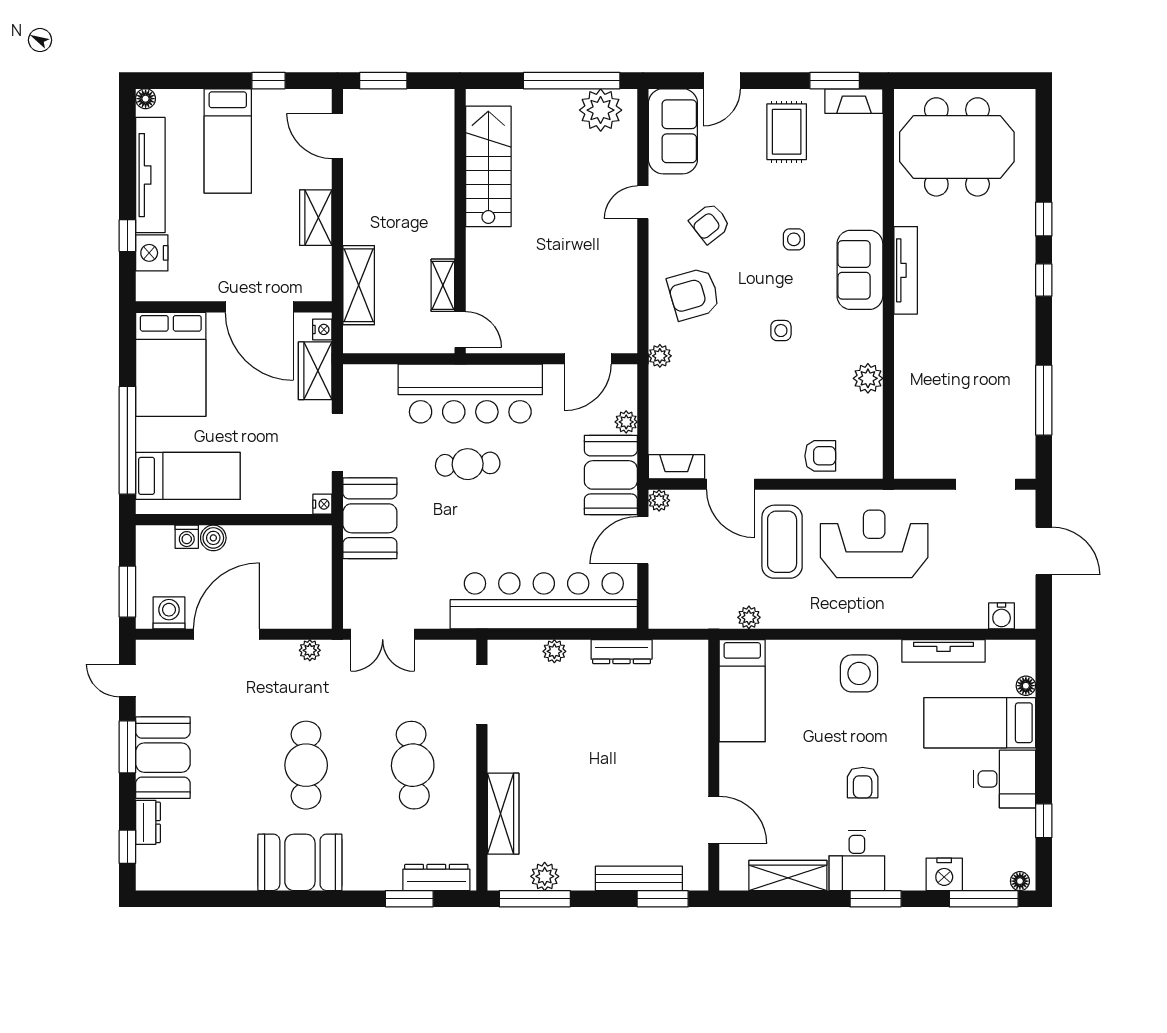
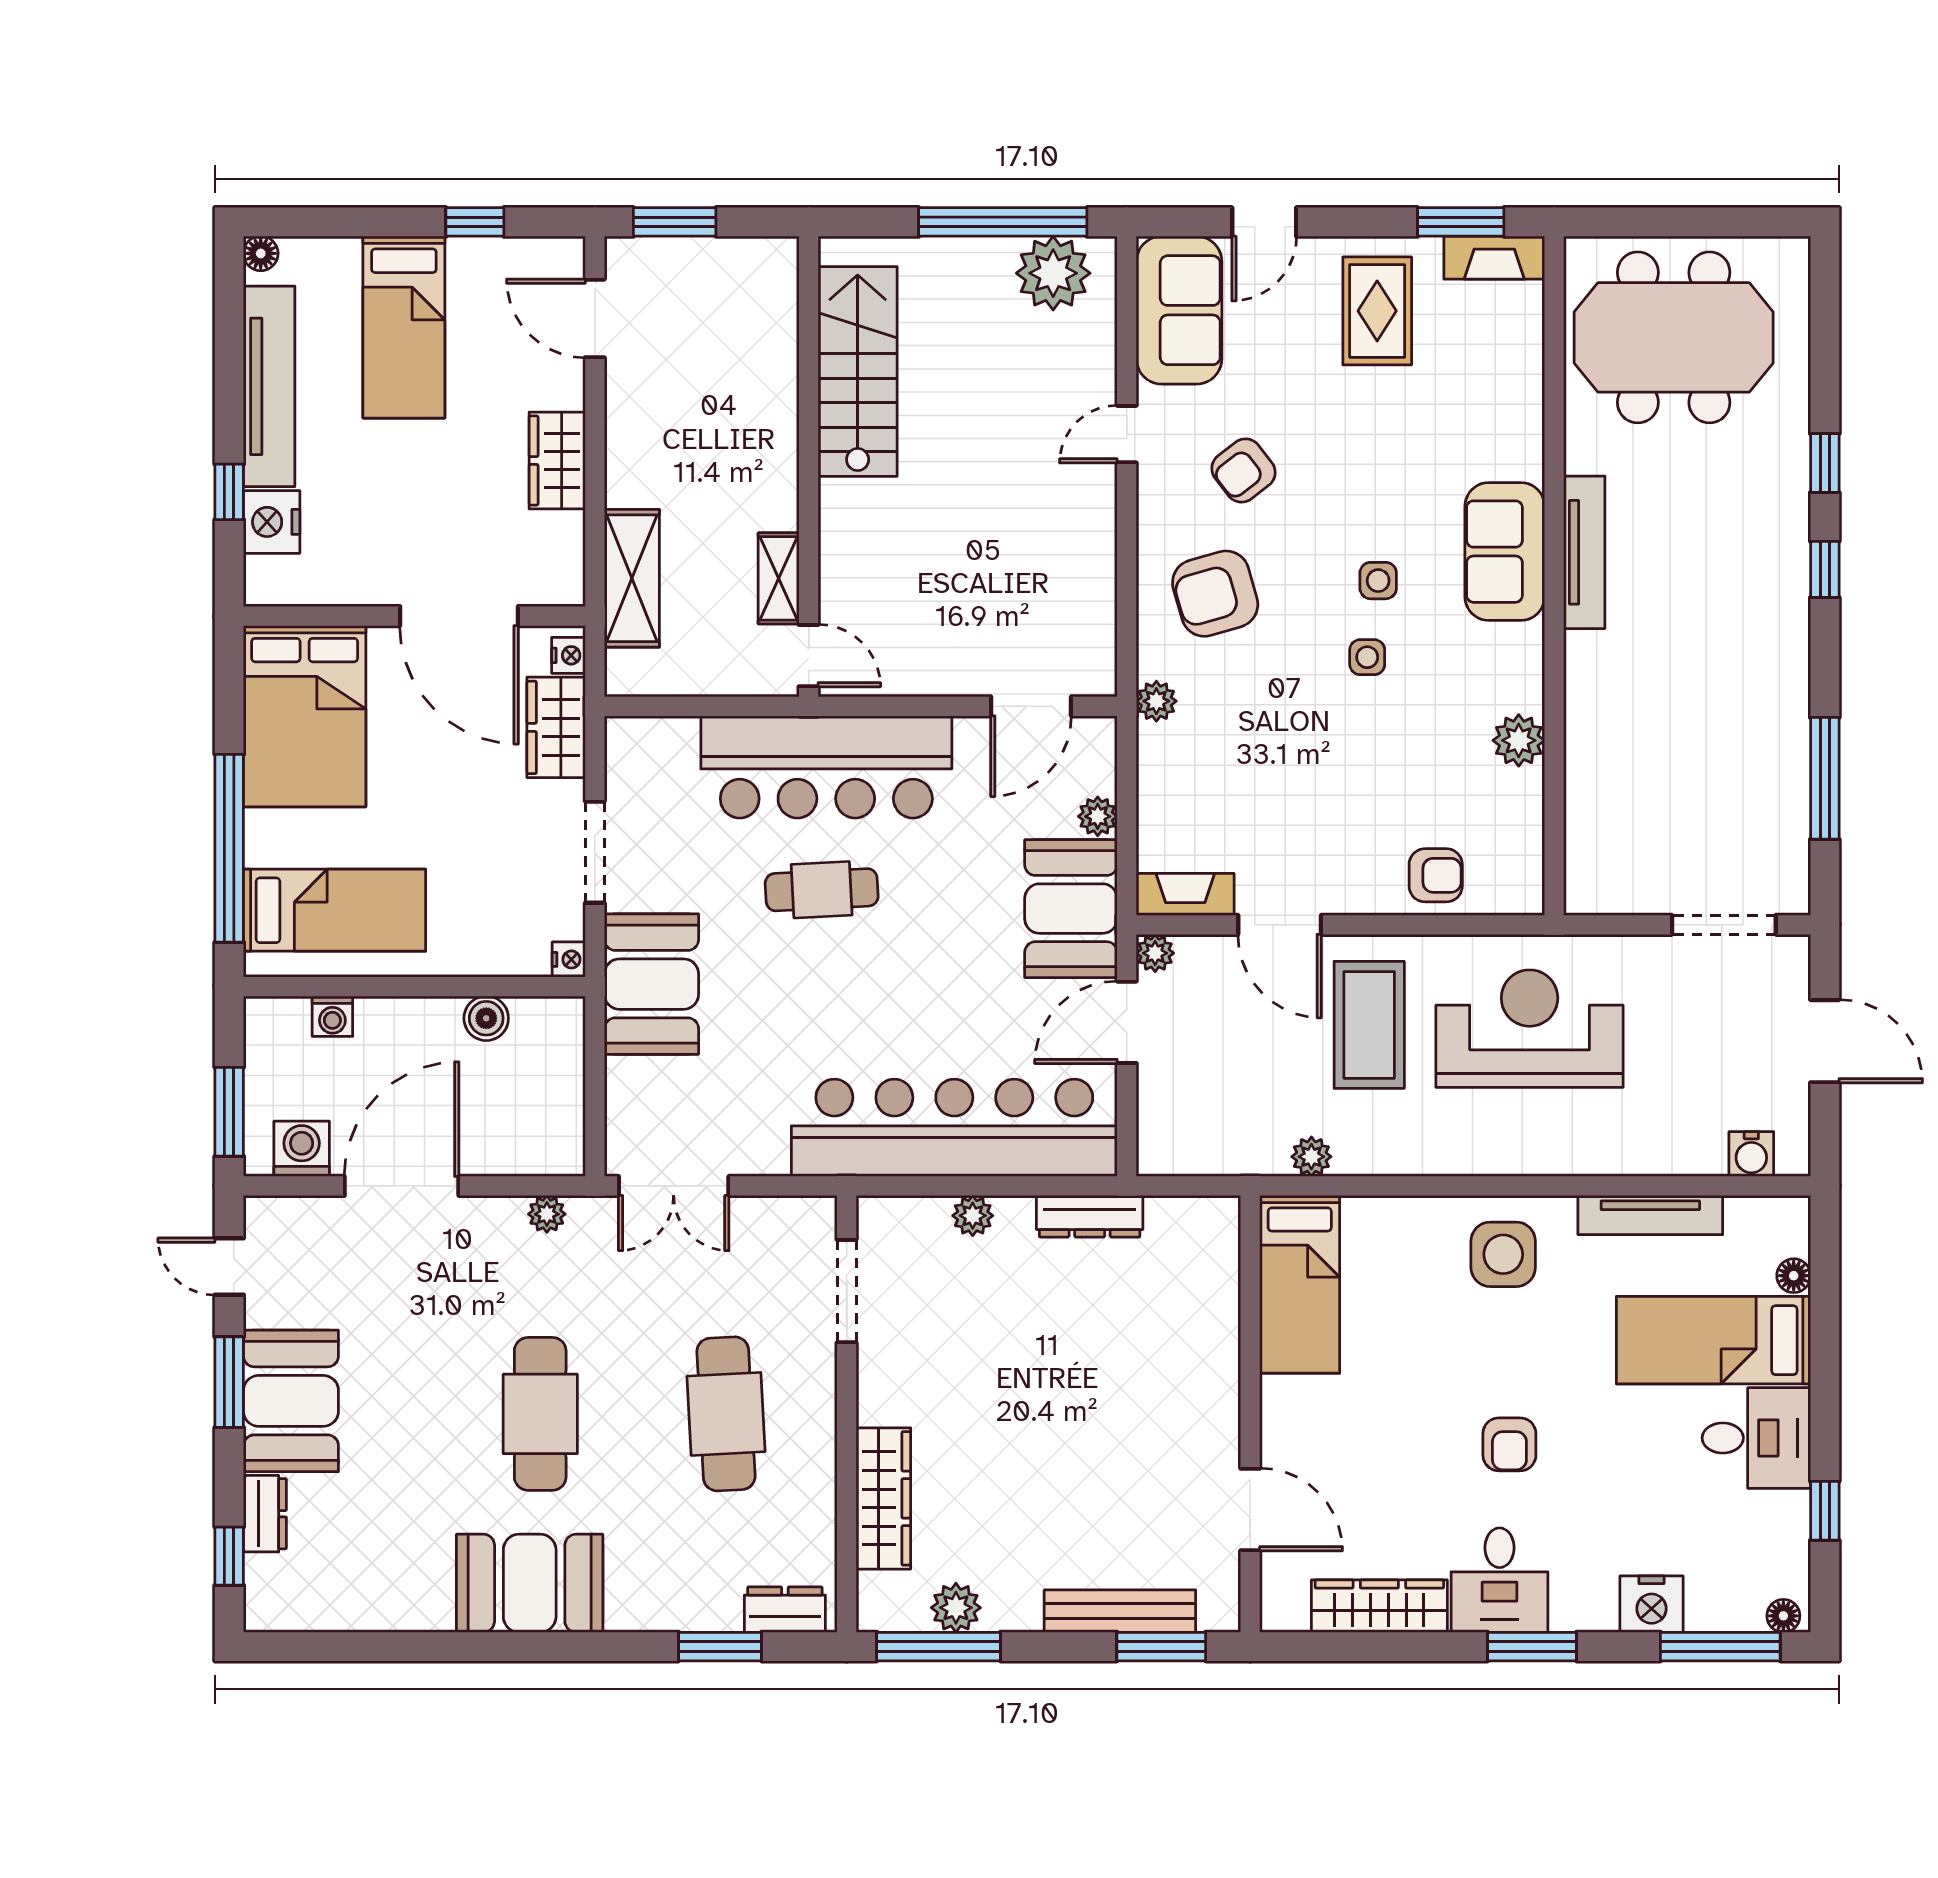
side table: (794, 239) -> (1378, 581), moved
boiler: (213, 538) -> (486, 1018), moved
dresser: (436, 877) -> (785, 1610), width x0.70

